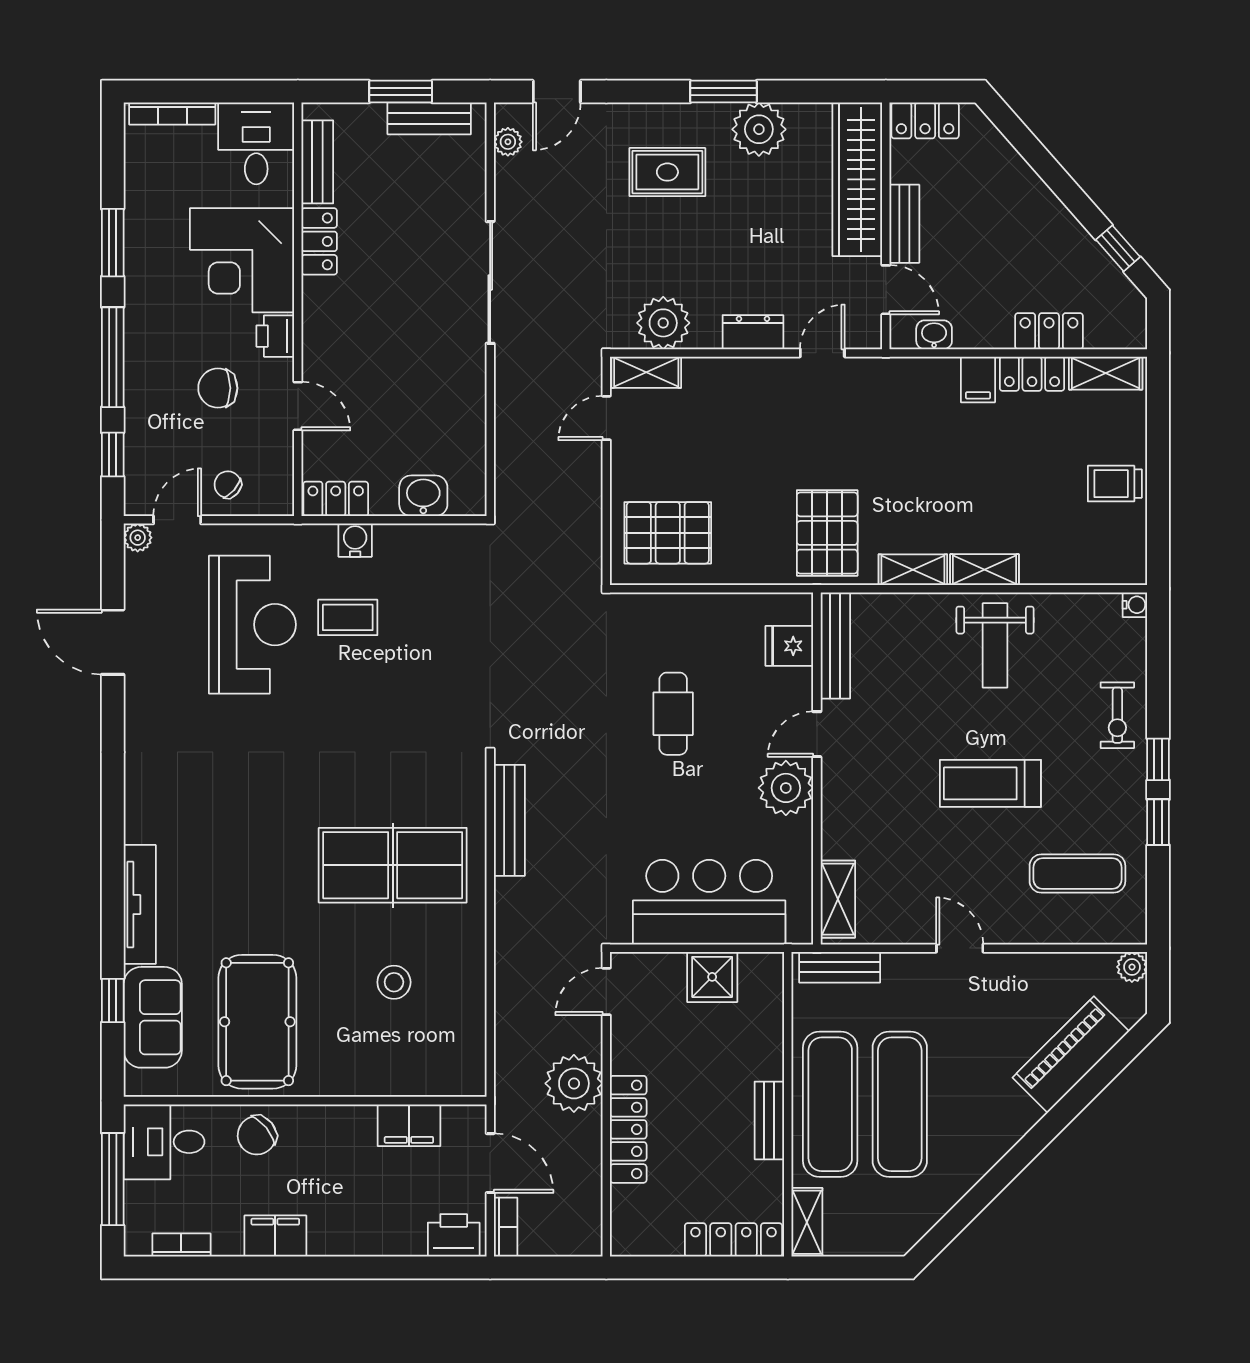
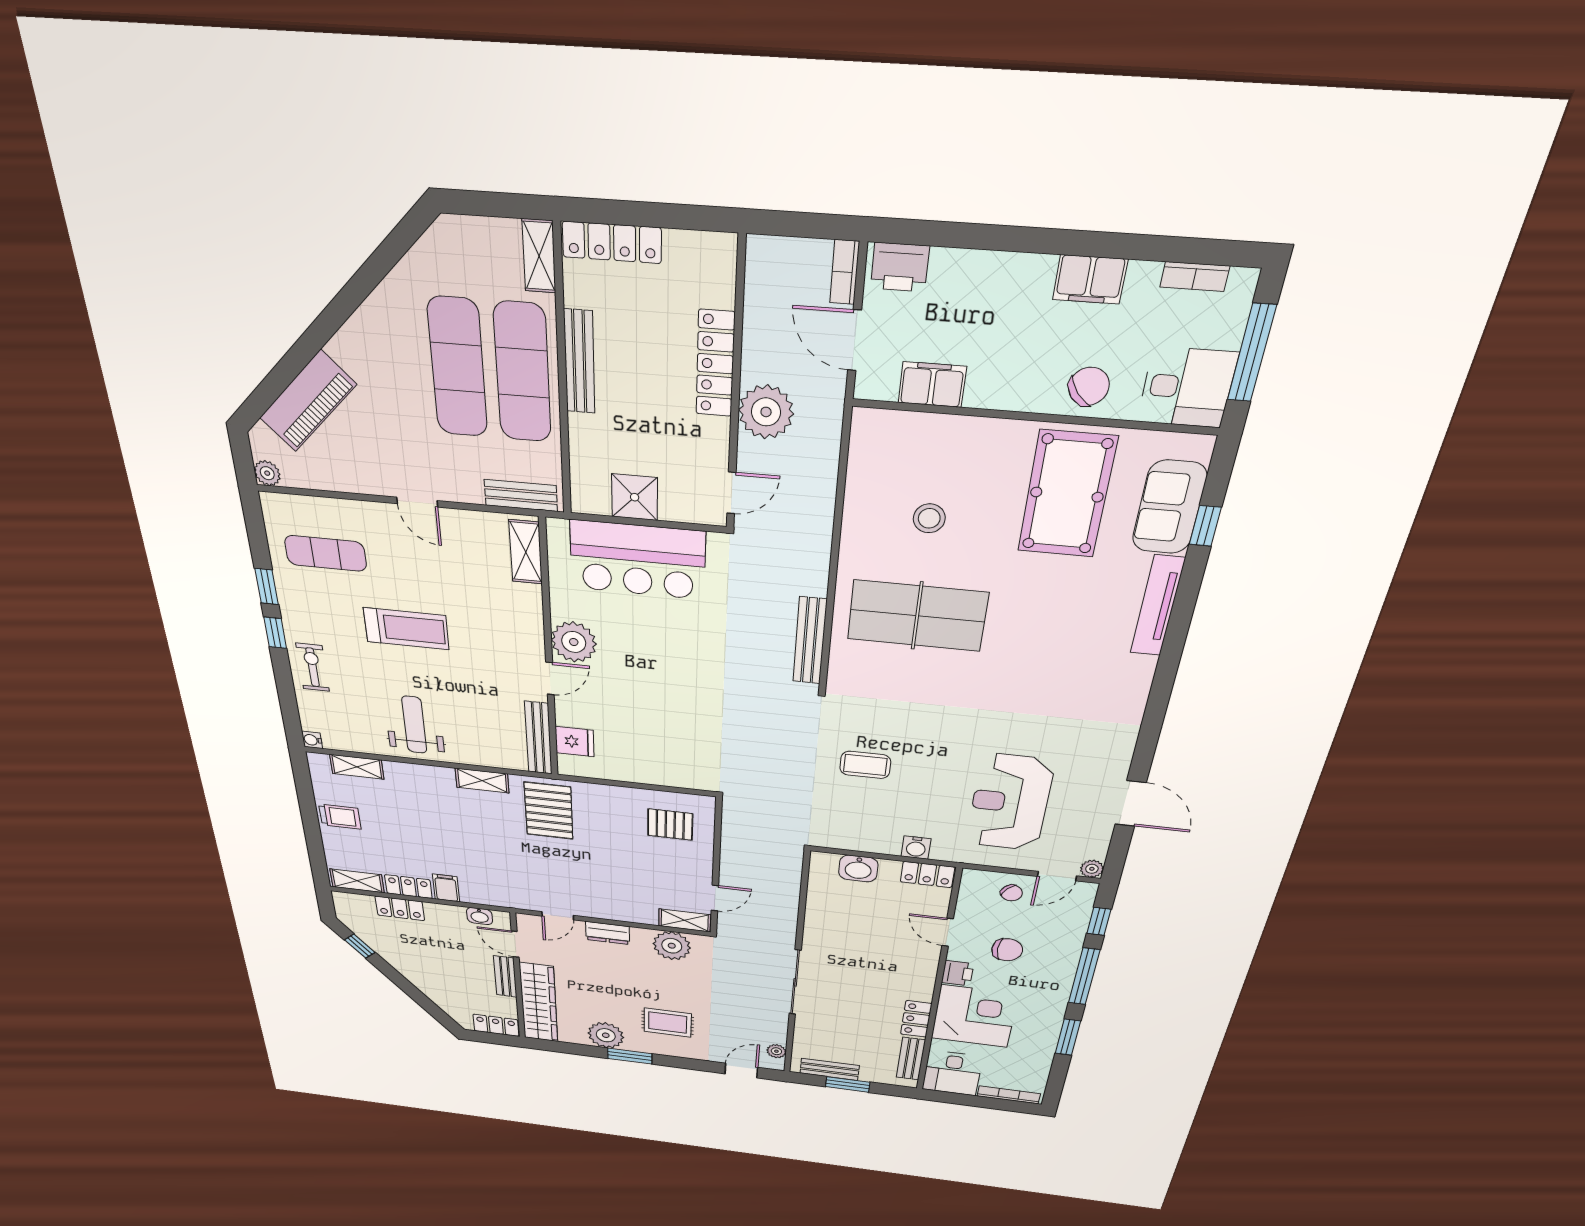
pallet: (668, 533) -> (670, 825), width x0.67, depth x0.71
shelving: (985, 570) -> (357, 767), moved
coffee table: (348, 617) -> (865, 765), moved
cafe table: (673, 714) -> (667, 705), removed
bench: (769, 1120) -> (579, 362), width x1.36

